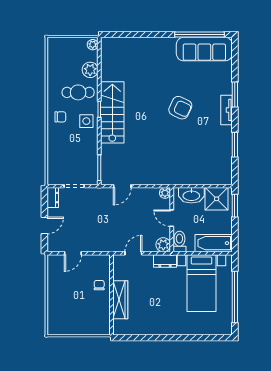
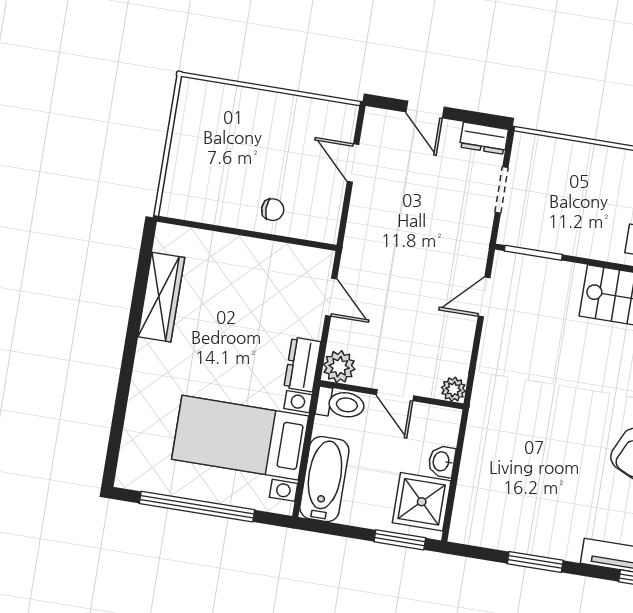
door: (122, 186) -> (484, 297), hinge flipped
washbasin: (191, 195) -> (442, 461), width x0.52, depth x0.69
door: (172, 218) -> (395, 395), swing flipped
wardrobe: (120, 300) -> (161, 297), moved, turned -90

